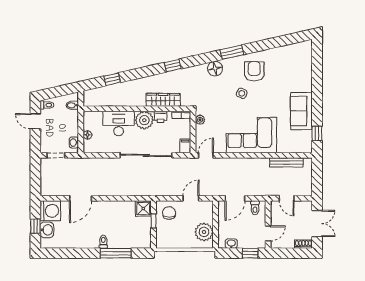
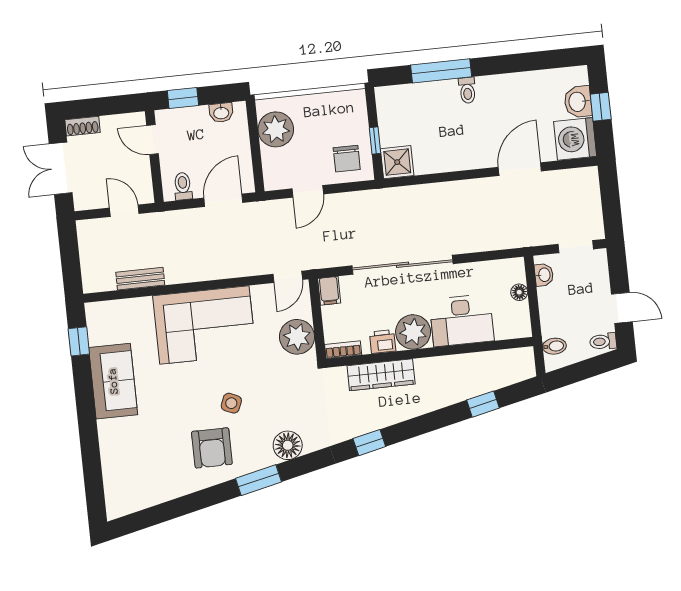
plant: (200, 120) -> (297, 337), width x1.88, depth x1.88
bench: (286, 162) -> (140, 279), width x0.73
door: (268, 233) -> (153, 140), hinge flipped

